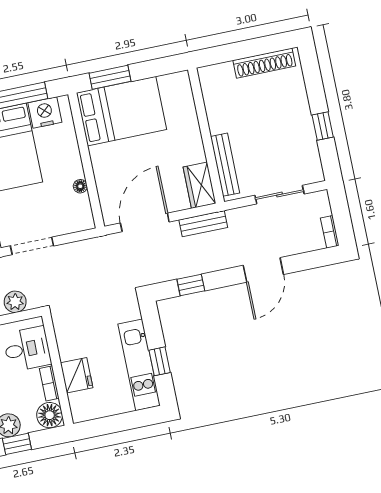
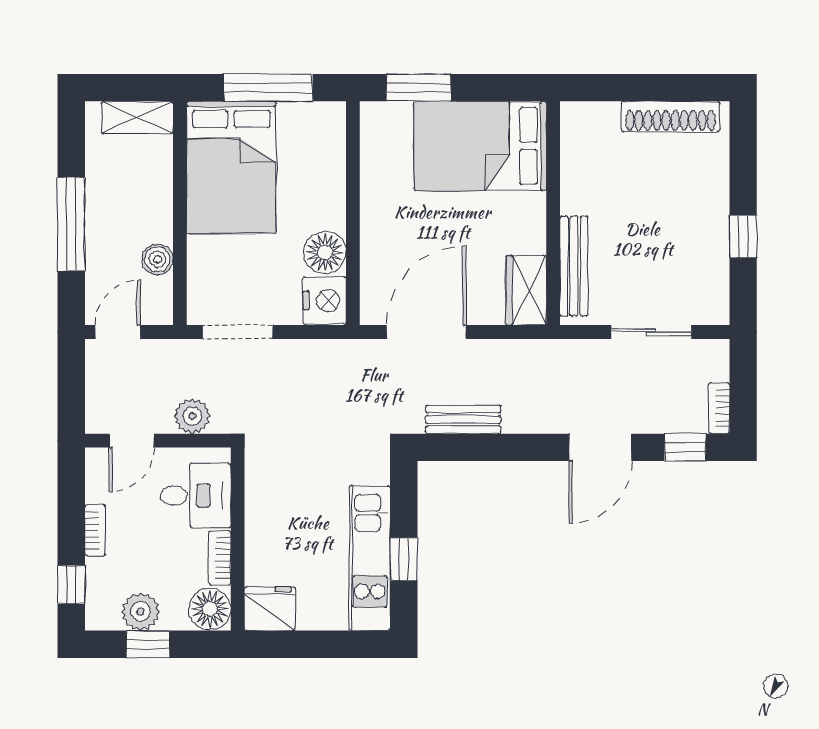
bed: (122, 111) -> (480, 146), moved, turned 180
nightstand: (45, 113) -> (325, 300), moved, turned 90
floor lamp: (80, 186) -> (325, 253), width x1.89, depth x1.89
bench: (203, 224) -> (463, 419), moved
window: (191, 285) -> (685, 447), moved
fridge: (77, 375) -> (270, 609), moved, turned -90

